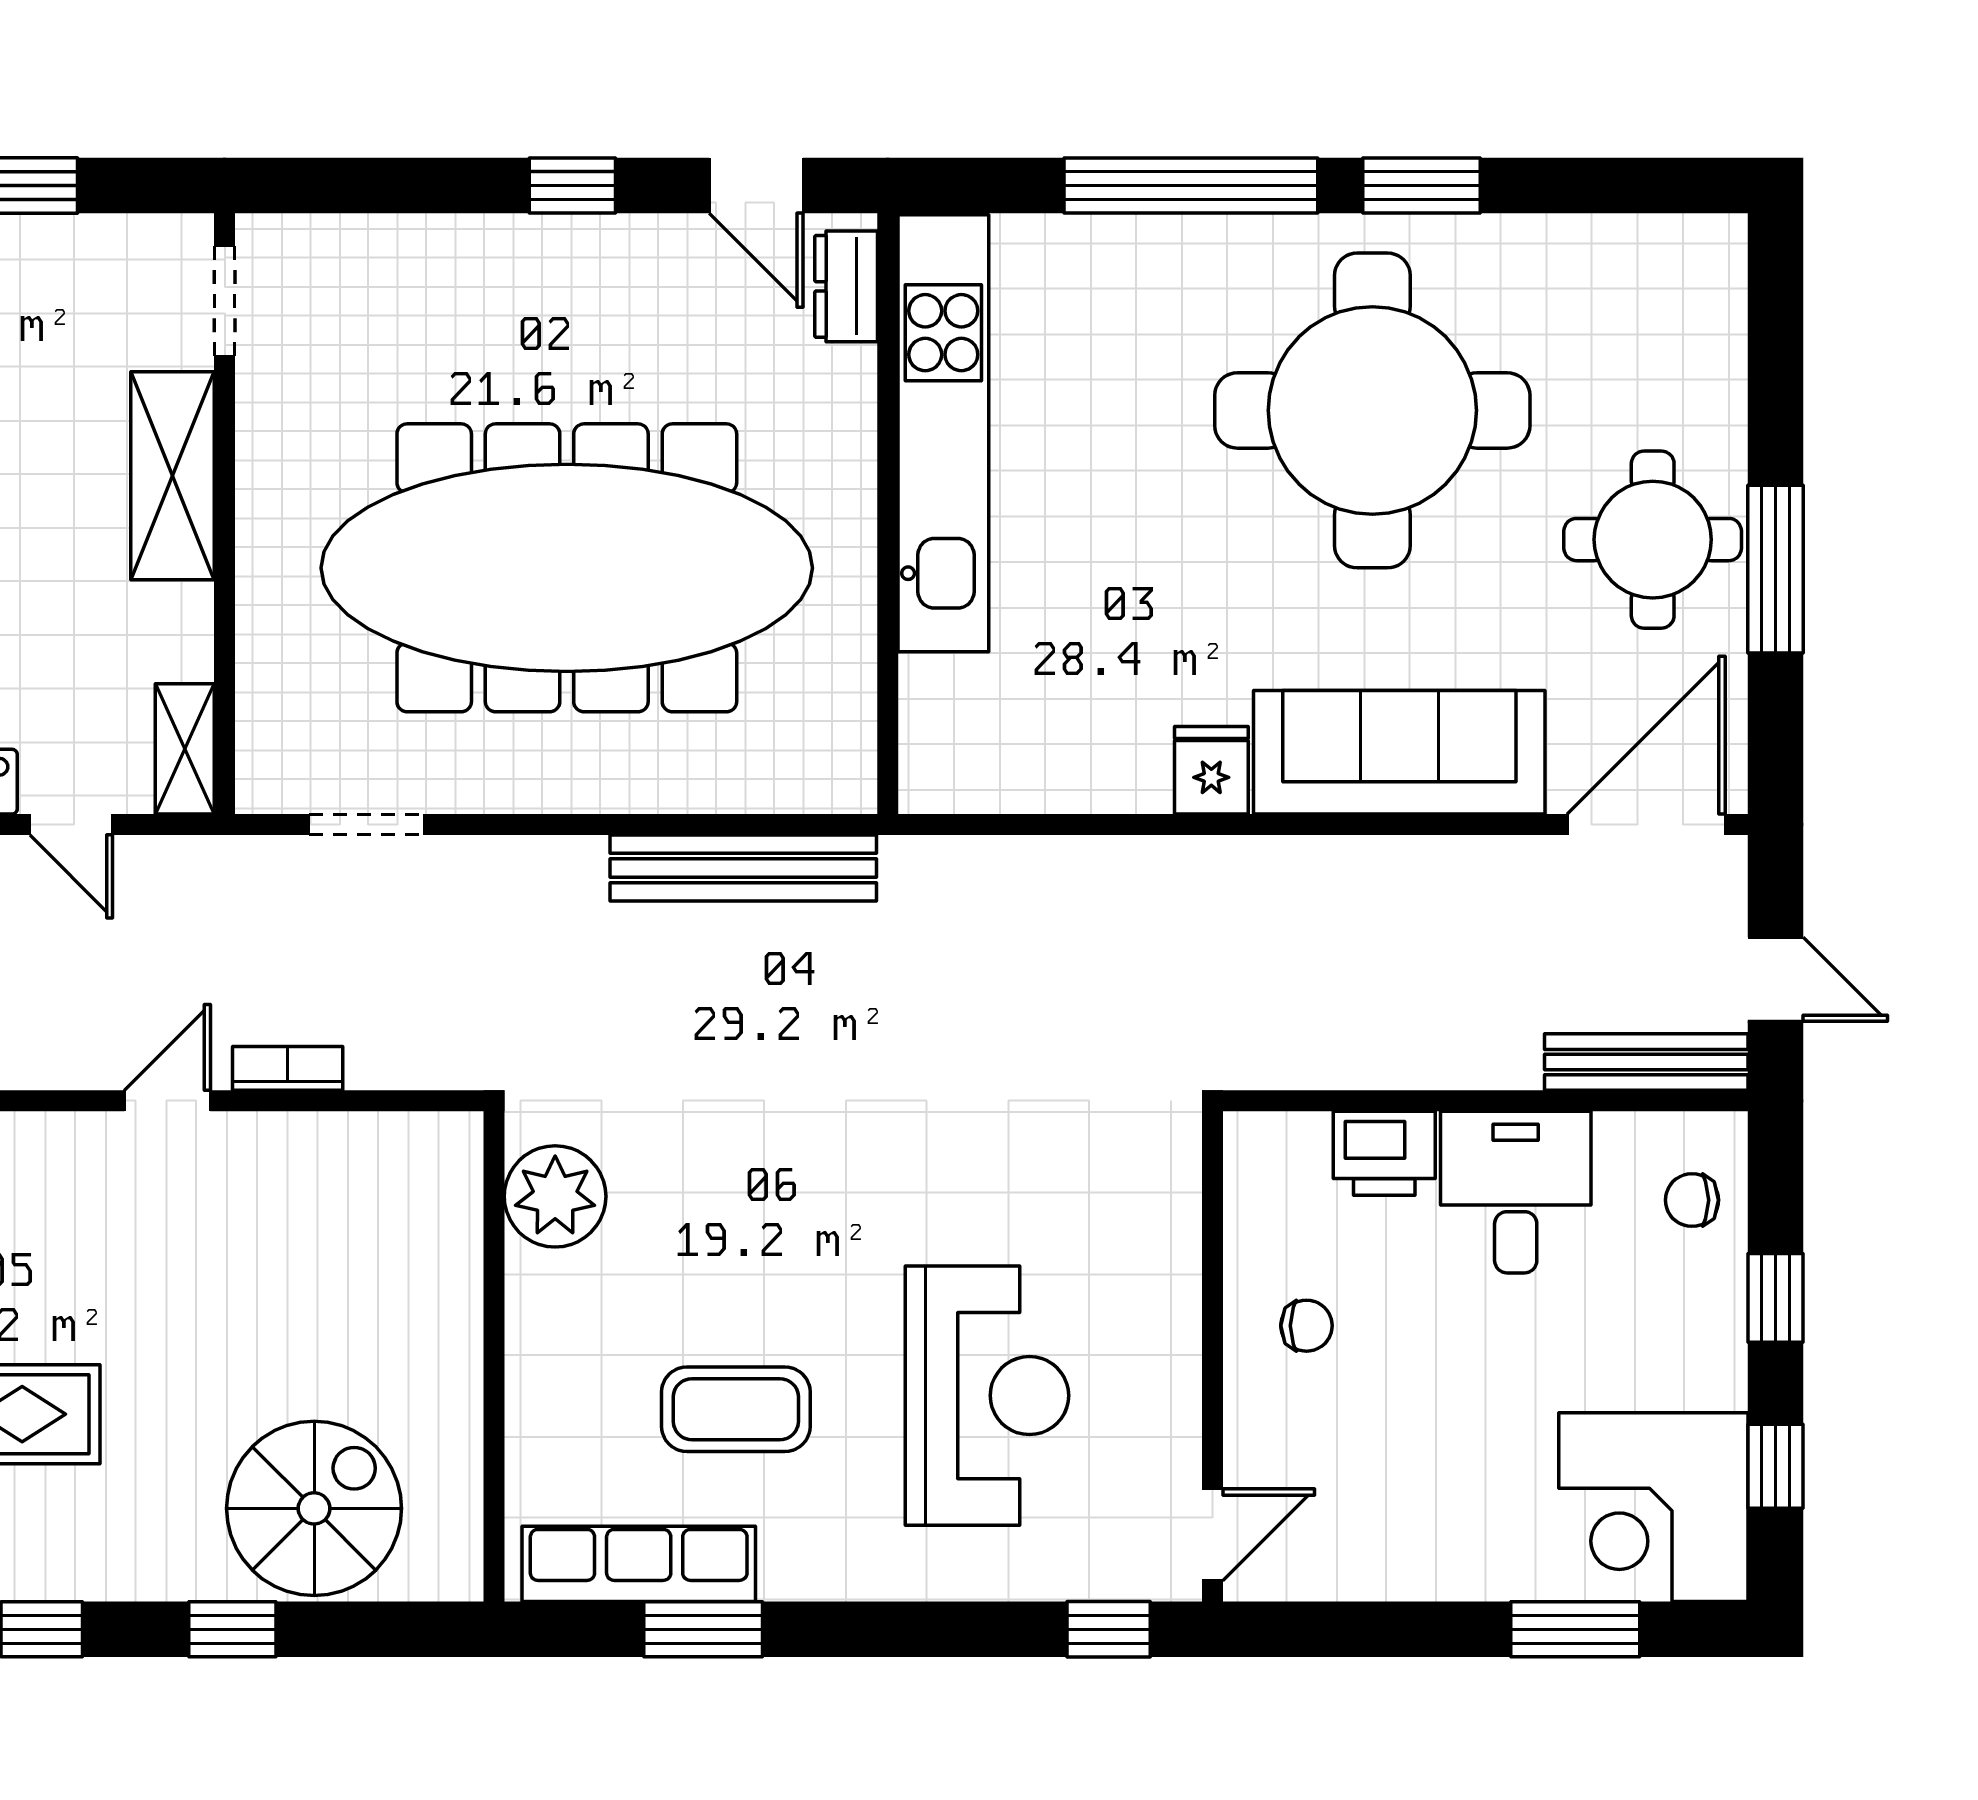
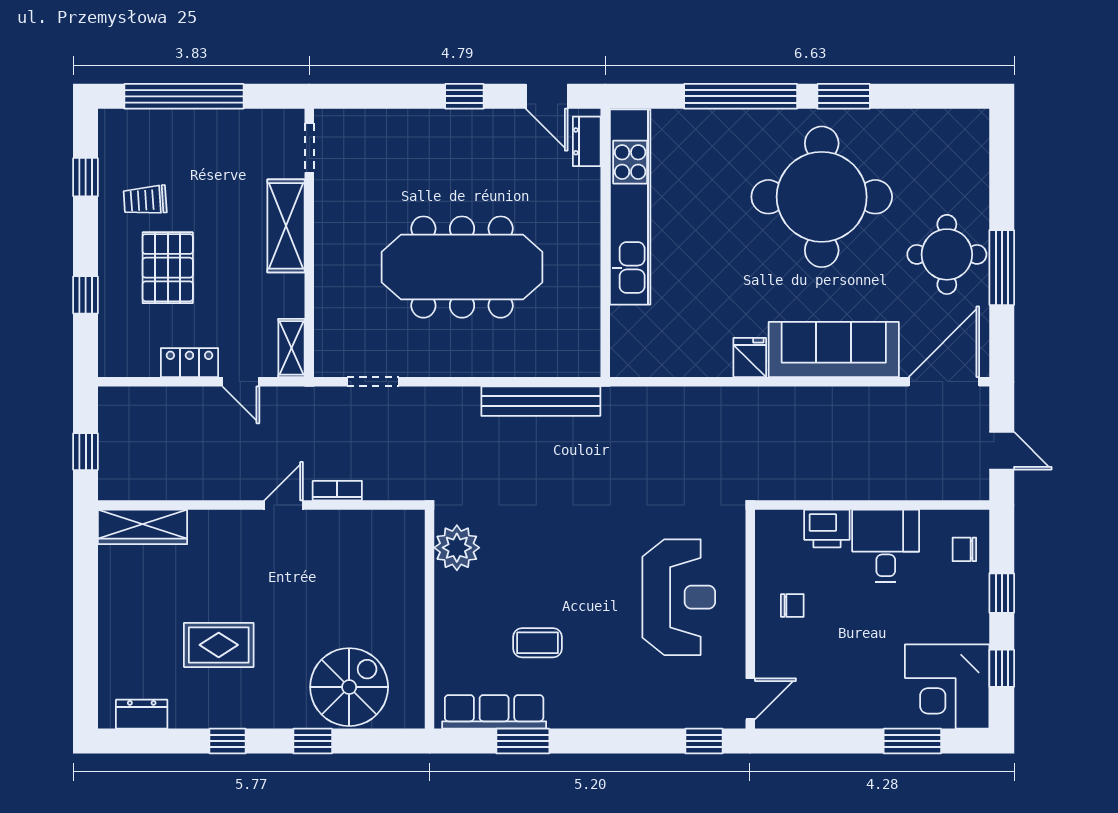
meeting table: (567, 568) -> (462, 267), width x0.73, depth x0.79
bench: (1646, 1062) -> (944, 488), removed
reception desk: (987, 1396) -> (679, 597), moved
coffee table: (736, 1409) -> (537, 643), width x0.73, depth x0.77

